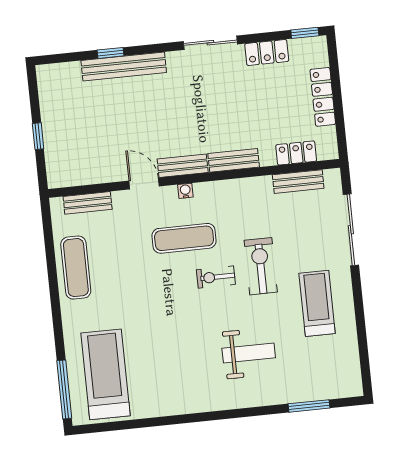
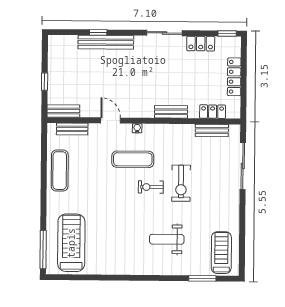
bench: (183, 166) -> (63, 111), moved
exercise bike: (261, 266) -> (181, 183), turned 180
treadmill: (317, 303) -> (221, 253), moved
weight bench: (249, 353) -> (167, 239), turned 180

